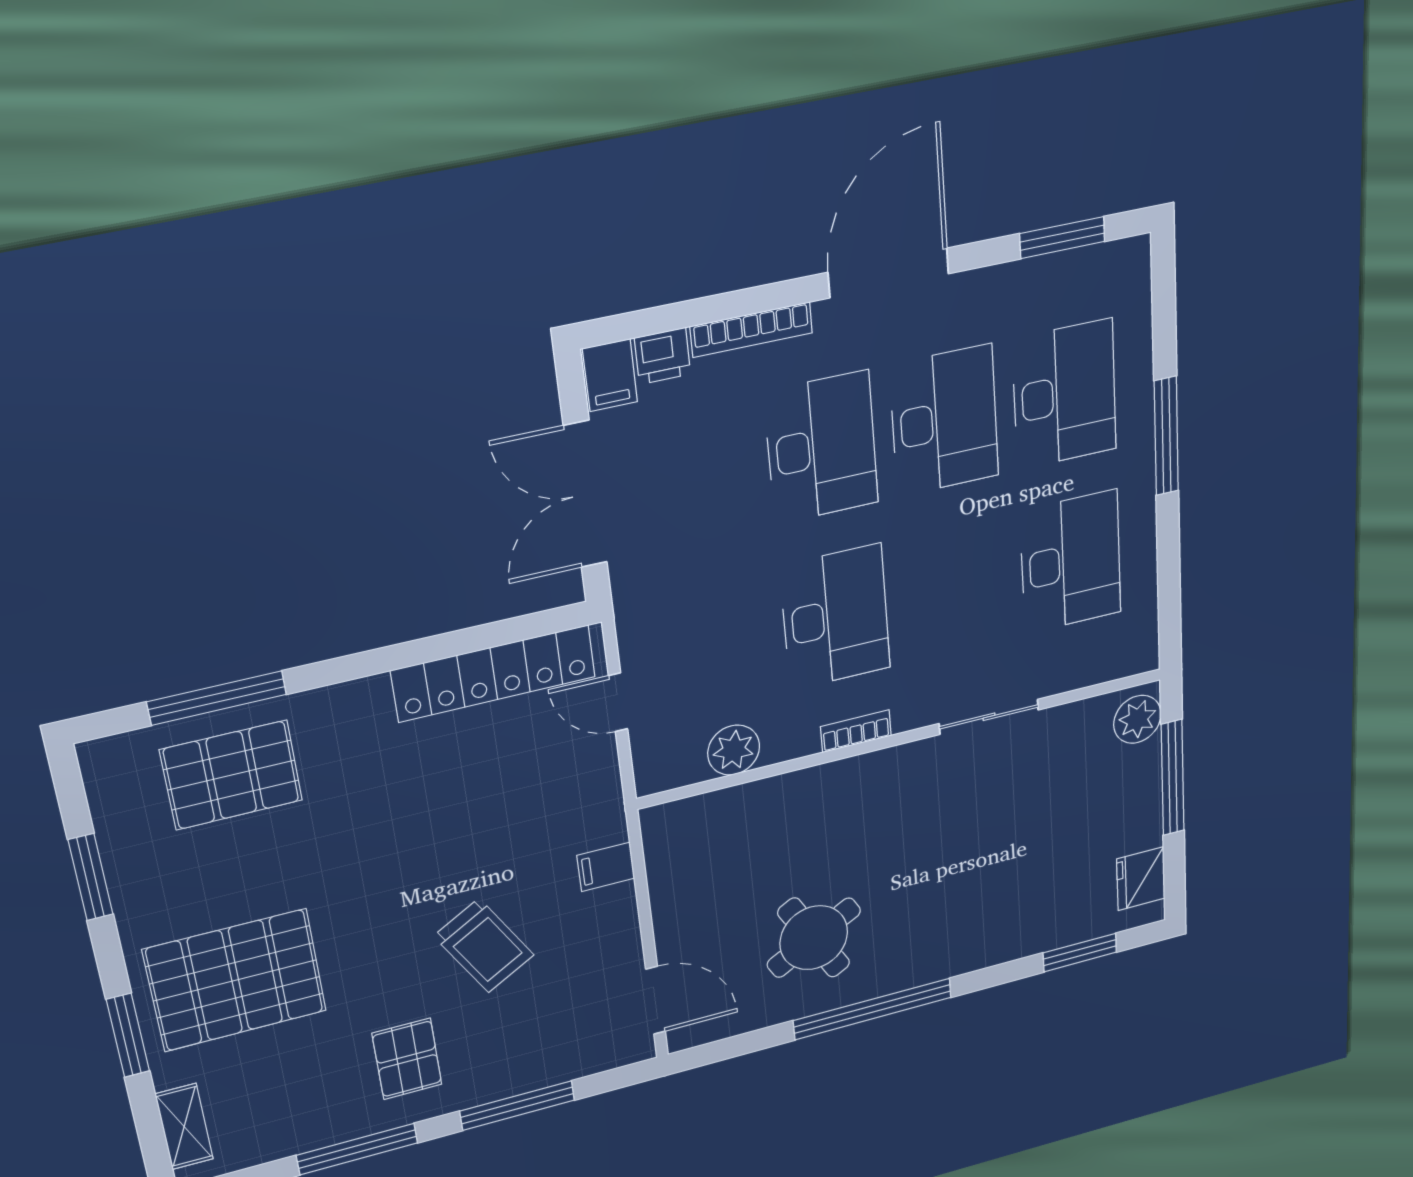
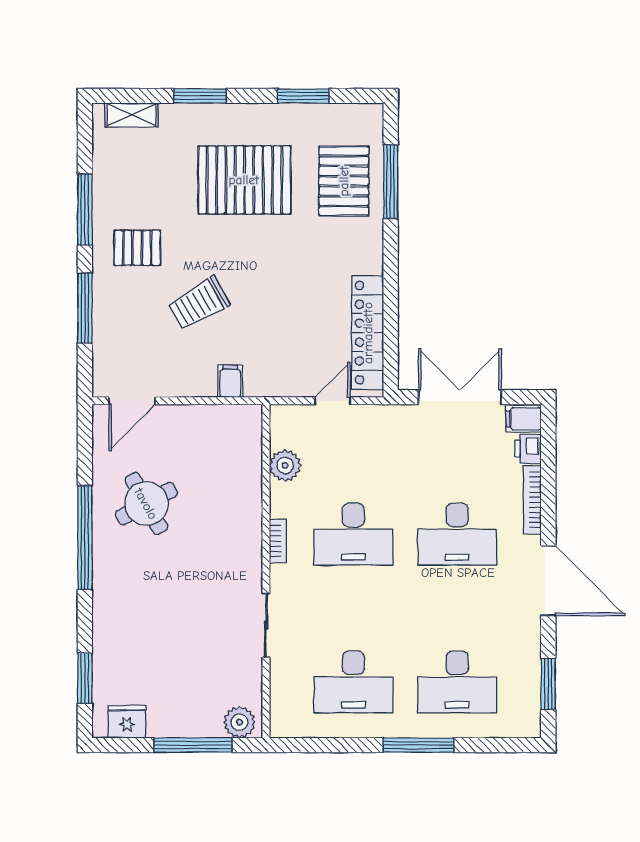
desk: (944, 421) -> (457, 608), removed
pallet: (235, 980) -> (244, 180), moved, turned 90

